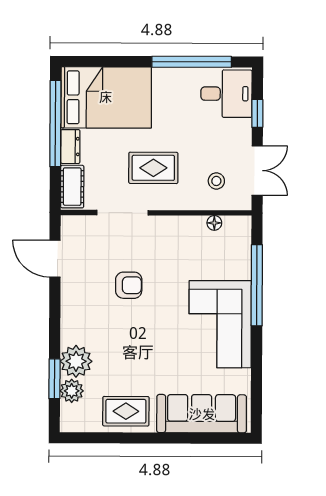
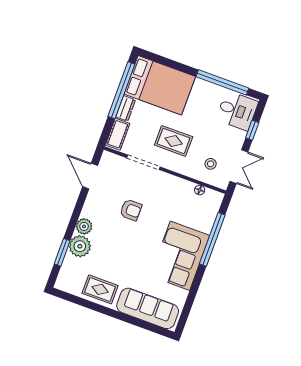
plant: (72, 391) -> (84, 226), moved

